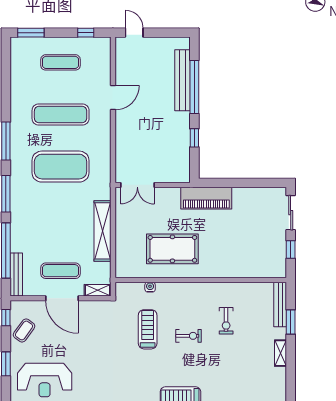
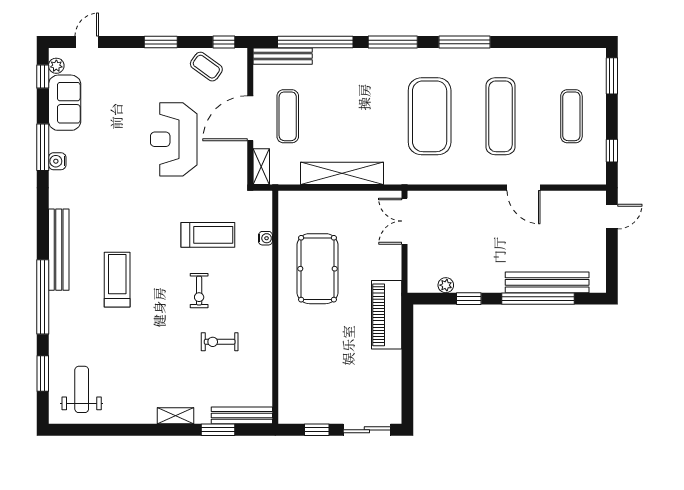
plant: (185, 155) -> (446, 285), added
reception desk: (45, 380) -> (174, 139), moved

